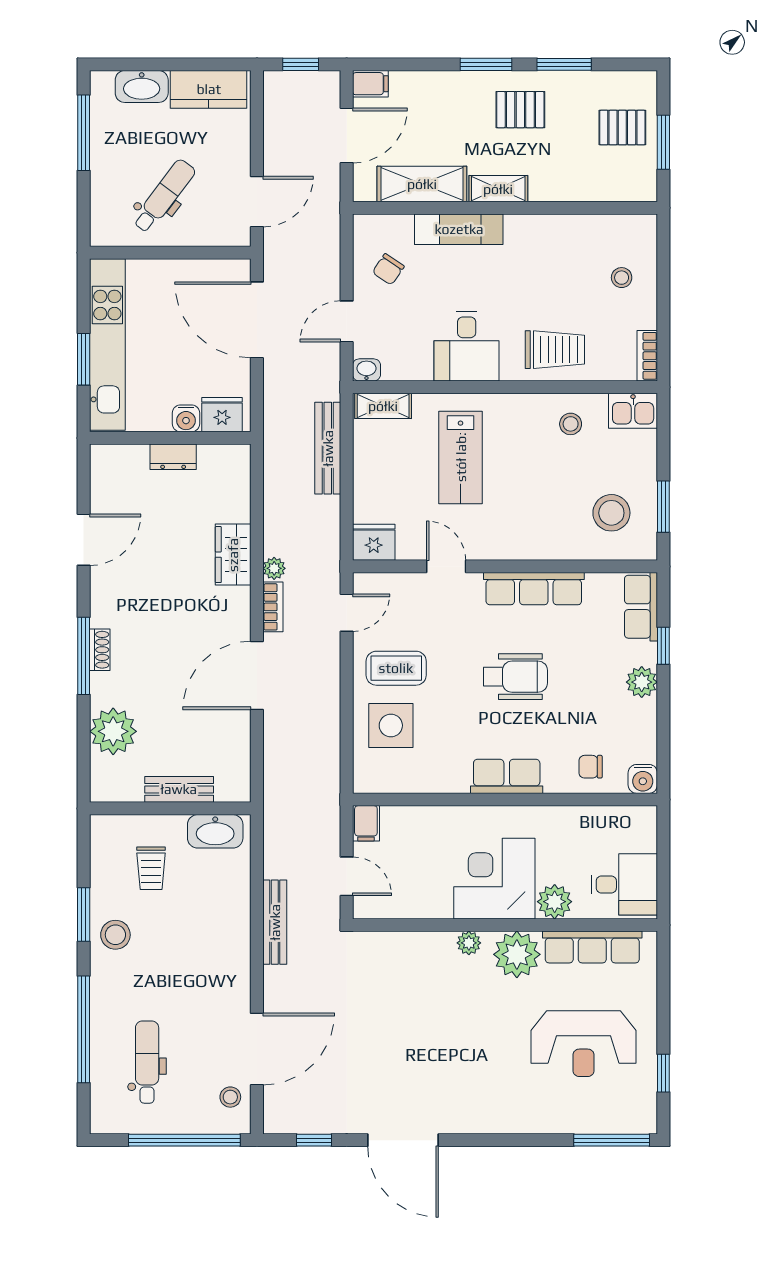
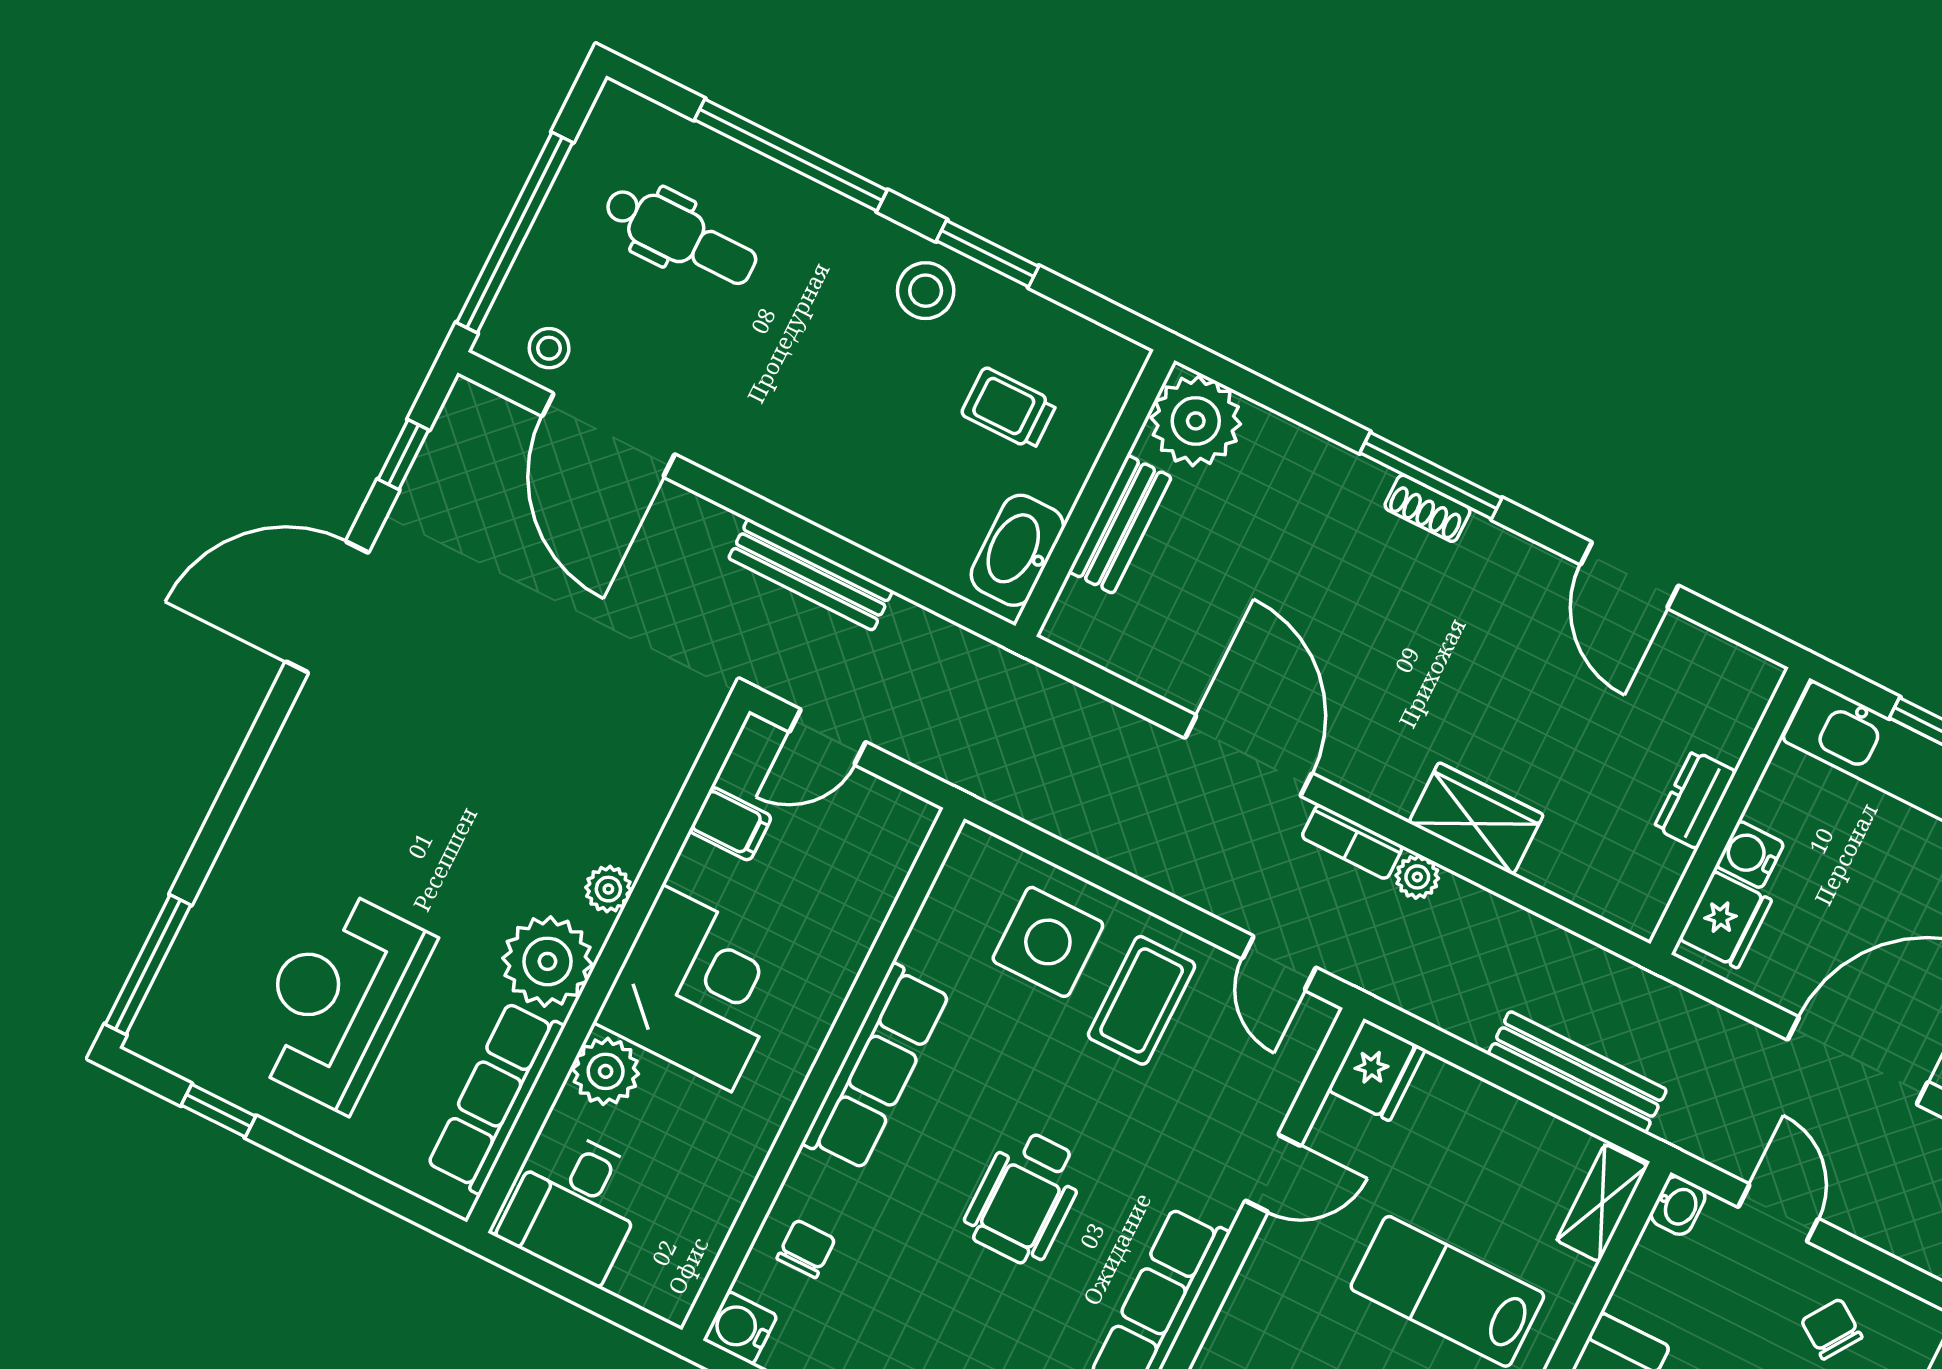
plant: (113, 731) -> (1196, 421), moved
row of seats: (507, 776) -> (876, 1067), width x1.48
filing cabinet: (366, 823) -> (730, 824), moved, turned 180

